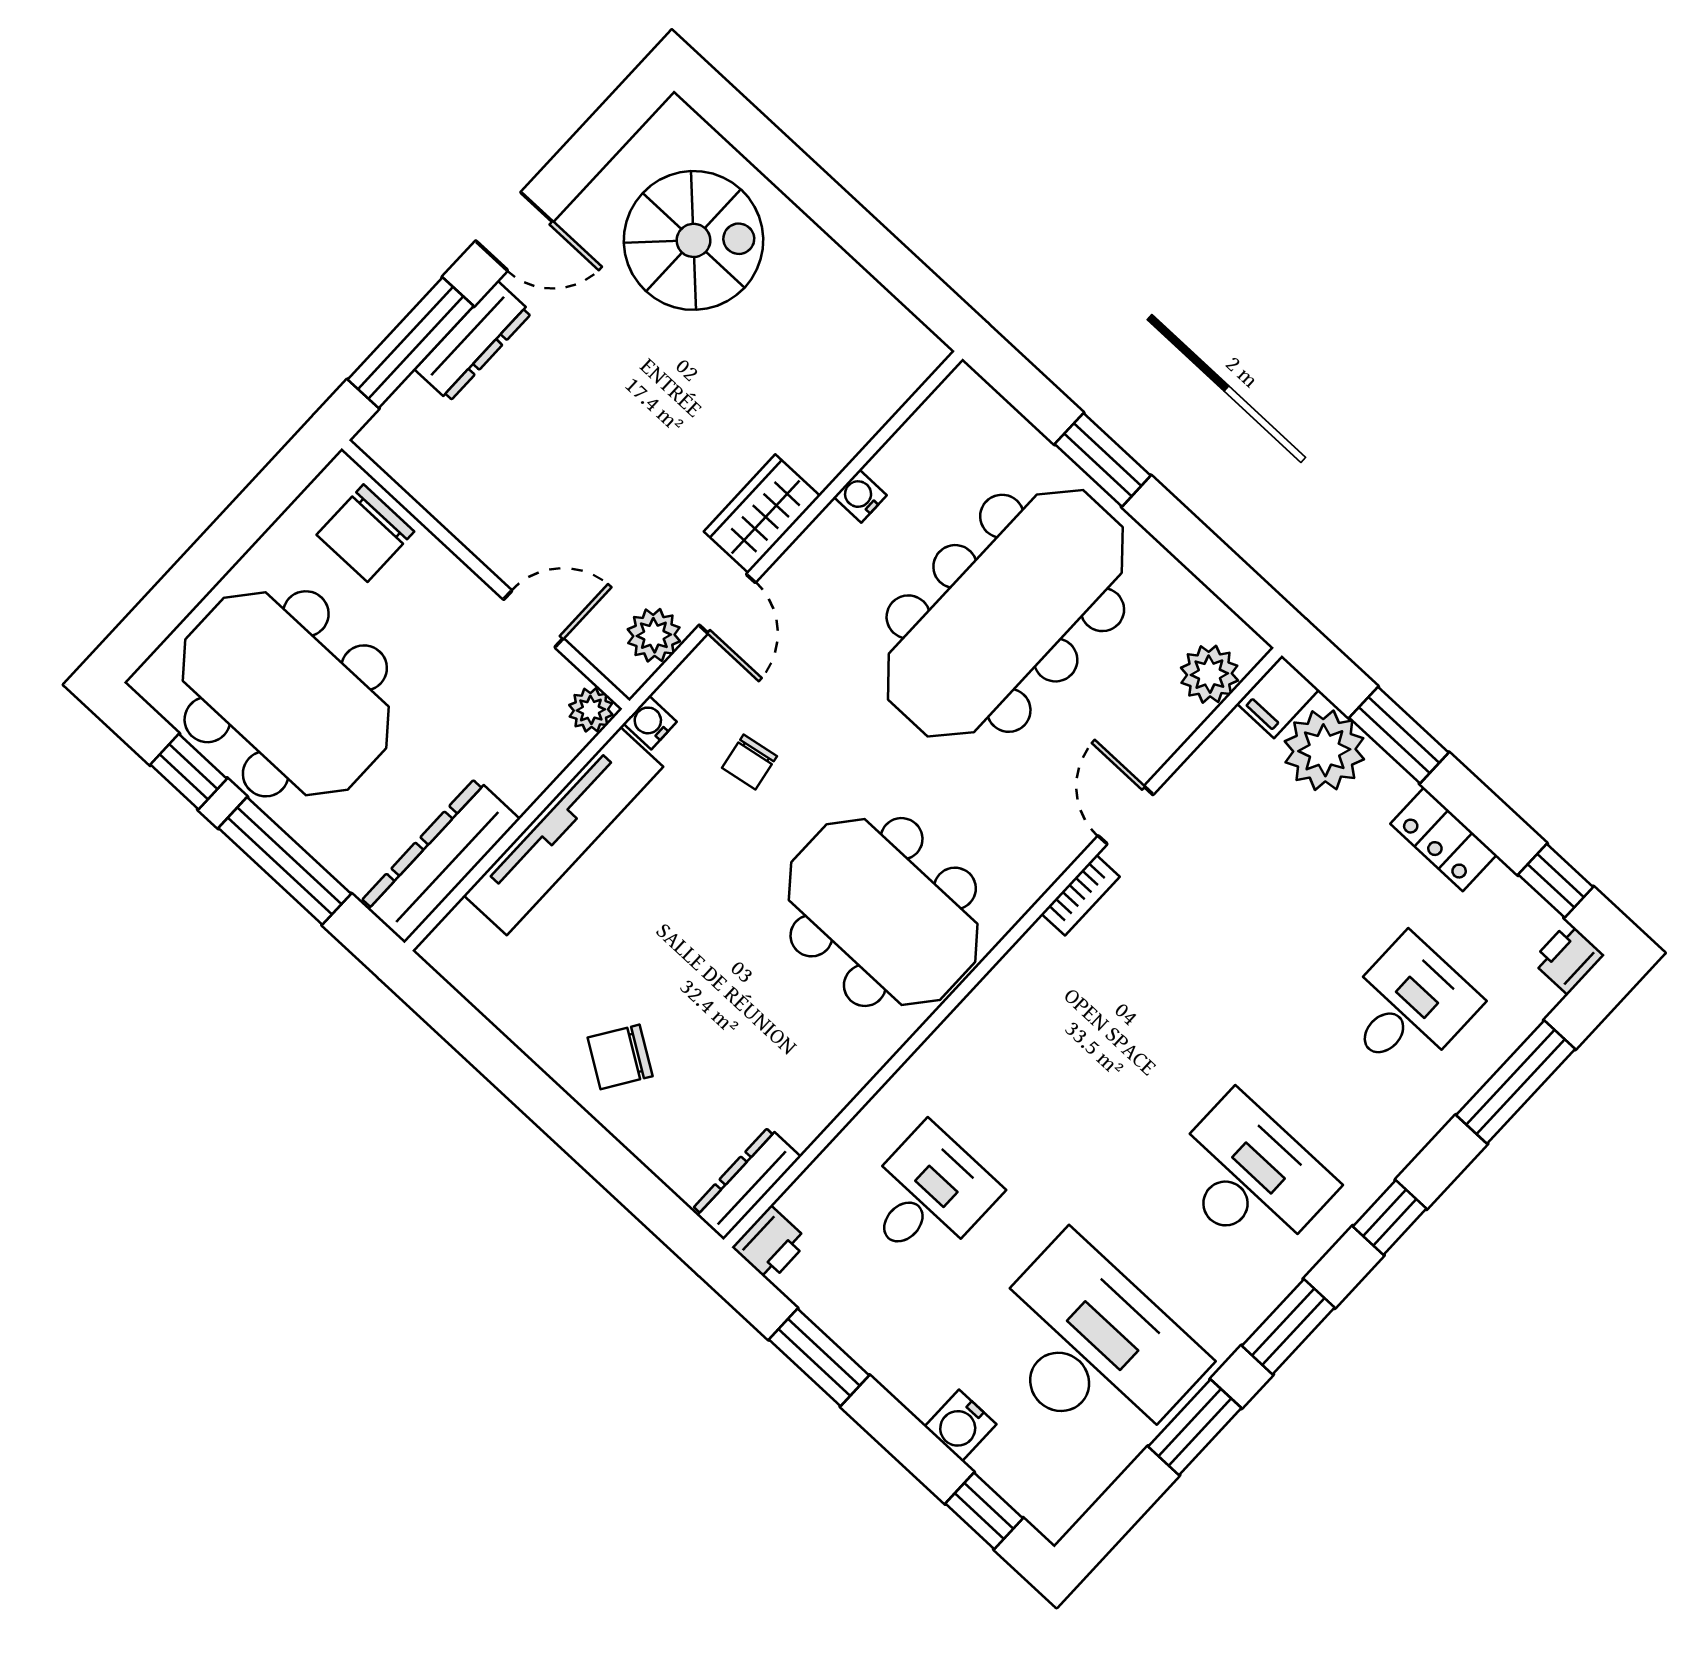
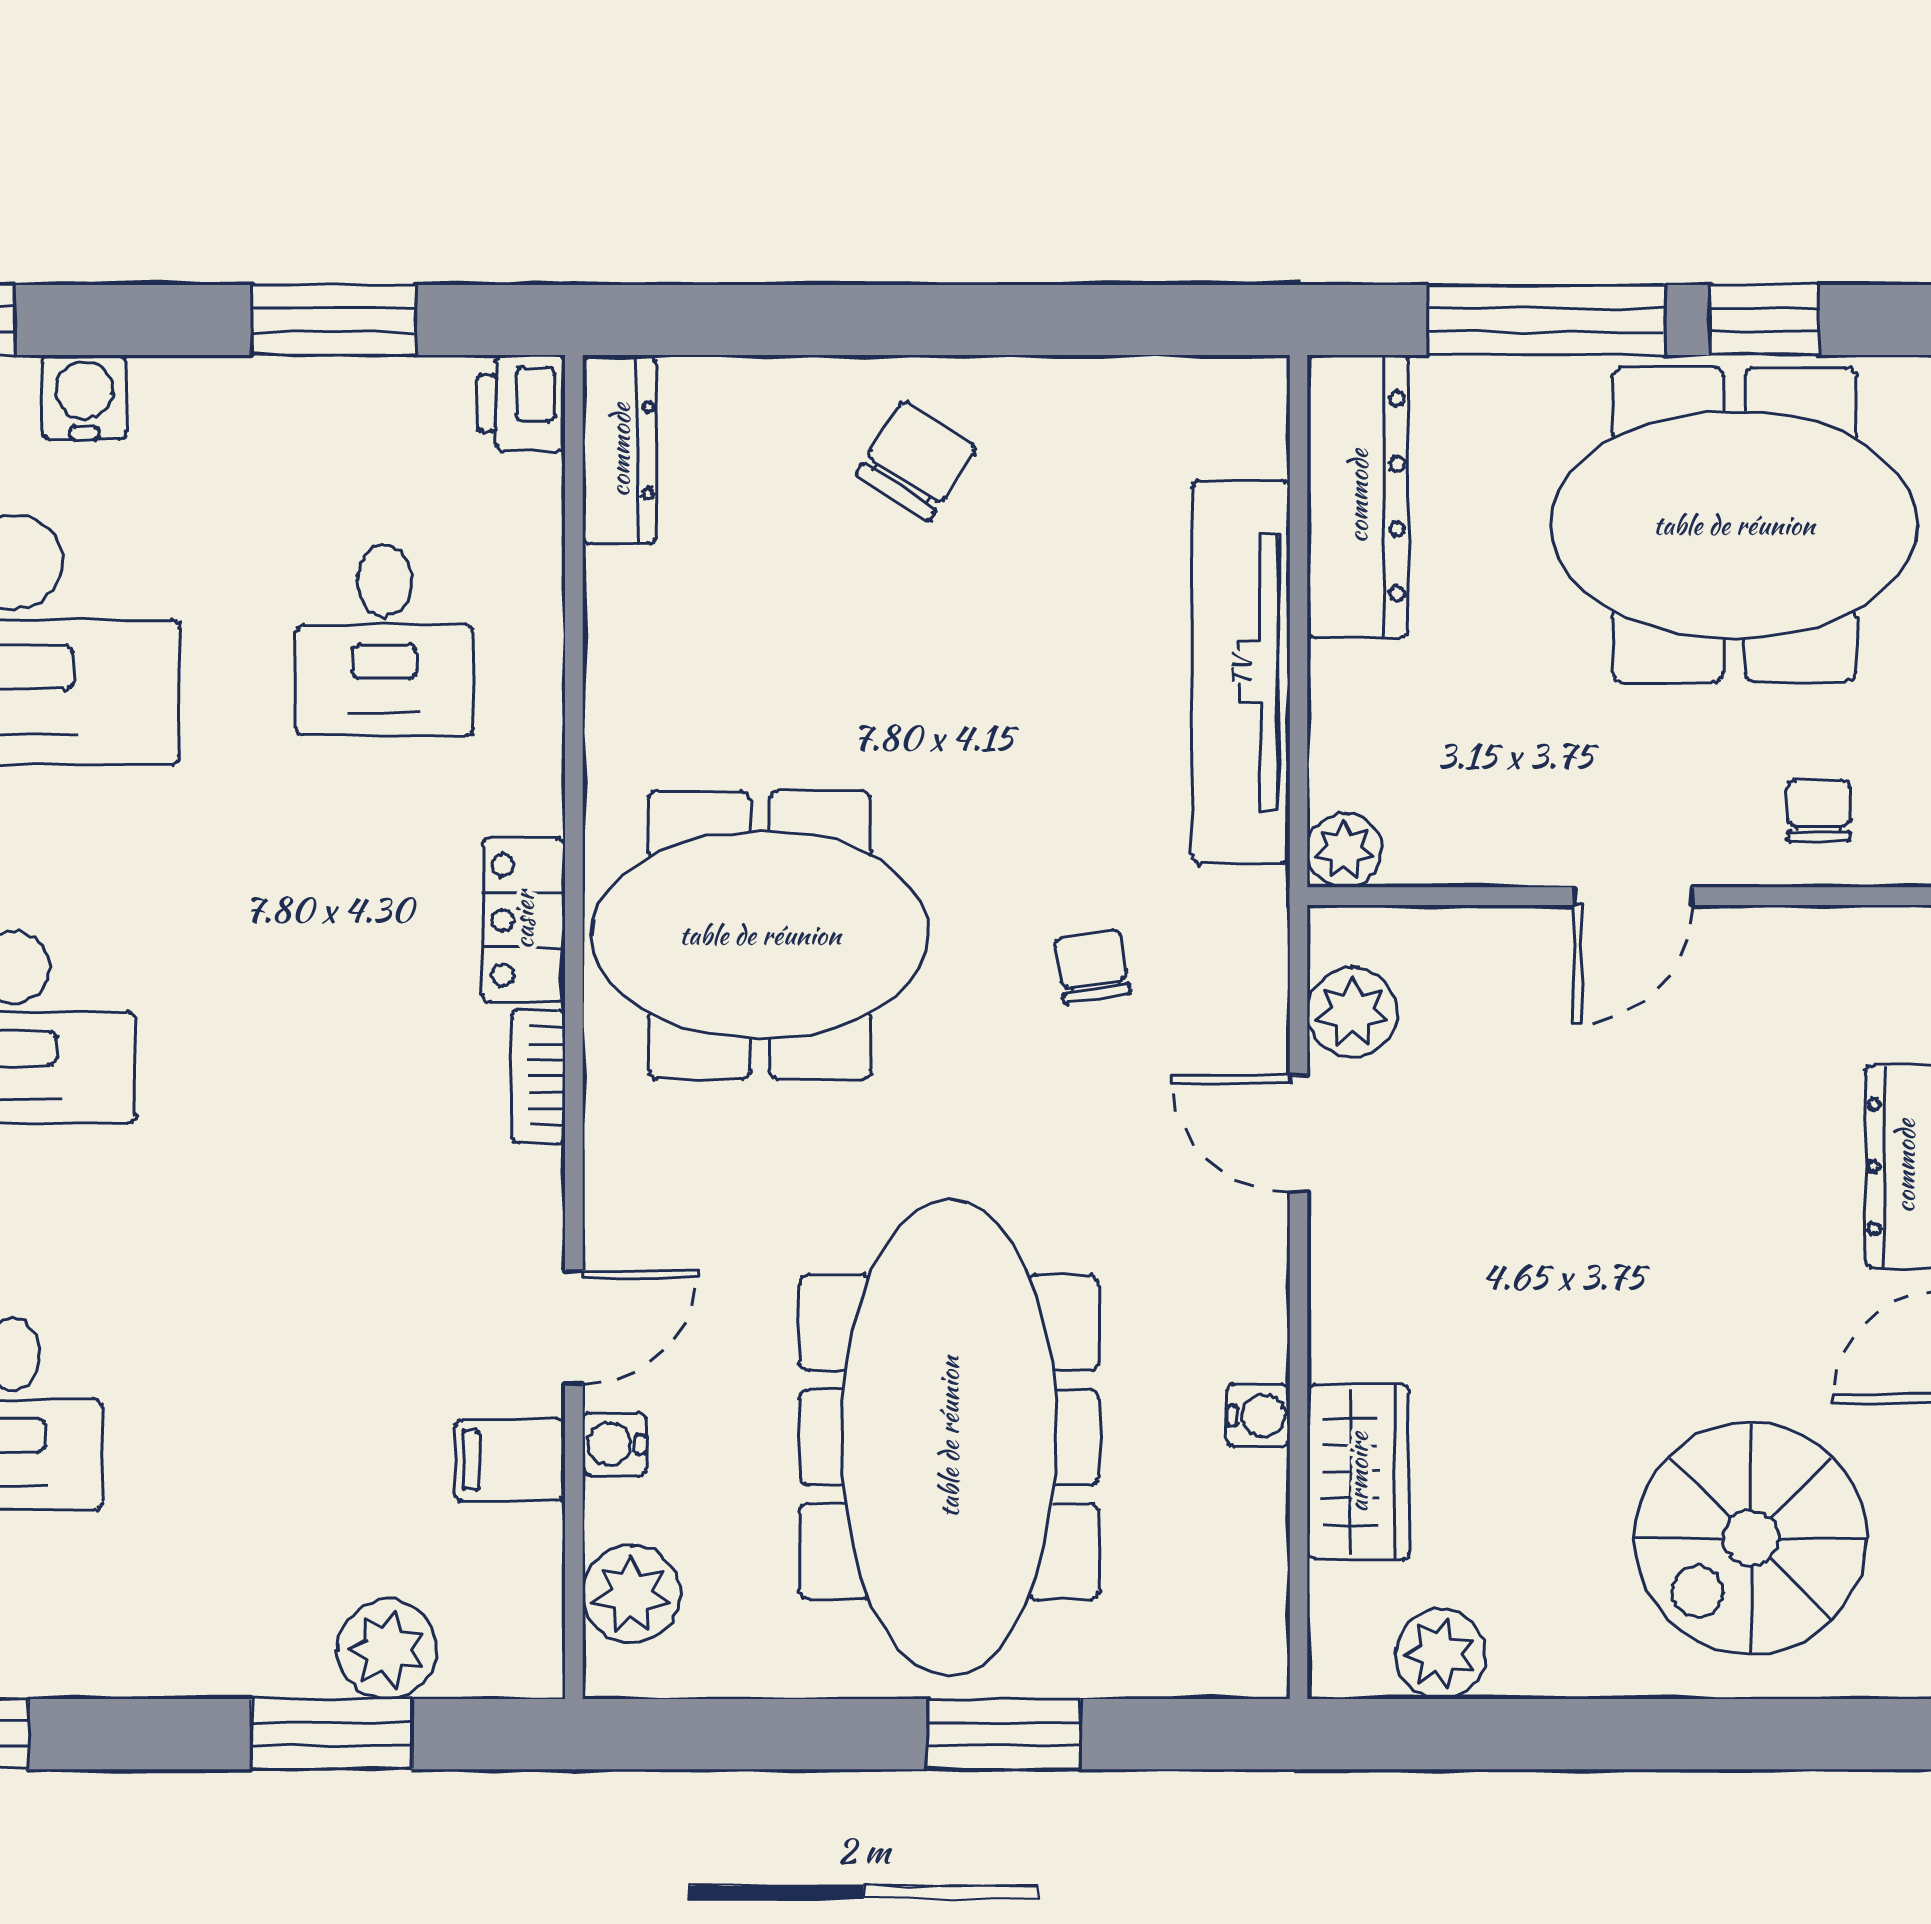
plant: (878, 316) -> (1441, 1654), added
wardrobe: (762, 514) -> (1358, 1472), moved
chair: (365, 533) -> (1819, 810), width x0.54, depth x0.54
door: (533, 619) -> (1633, 896), moved
filing cabinet: (1278, 697) -> (510, 1460), moved, turned -90
water cooler: (650, 723) -> (614, 1444), moved, turned 180
plant: (1324, 750) -> (387, 1649), width x0.73, depth x0.73
door: (1126, 815) -> (574, 1327), hinge flipped
locker: (1443, 839) -> (524, 920), moved, turned -90
bookcase: (1080, 895) -> (538, 1077), moved

